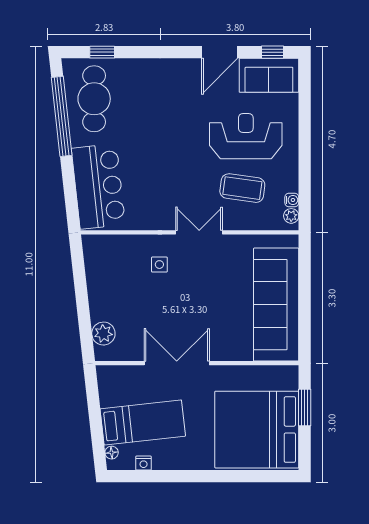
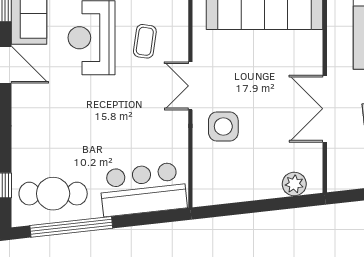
coffee table: (242, 188) -> (145, 41), width x0.73, depth x0.77
side table: (159, 265) -> (223, 126), width x1.87, depth x1.87

